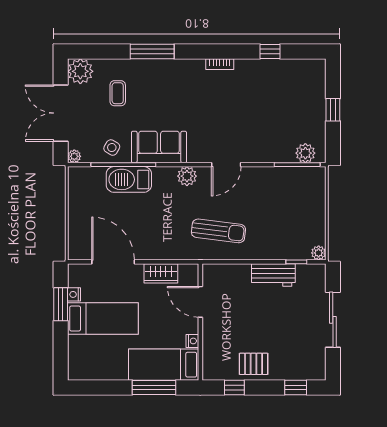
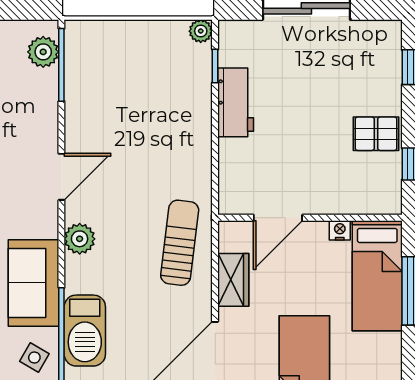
door: (226, 165) -> (61, 177), hinge flipped
sun lounger: (218, 231) -> (180, 243), moved
pallet: (254, 364) -> (376, 134), turned 90

